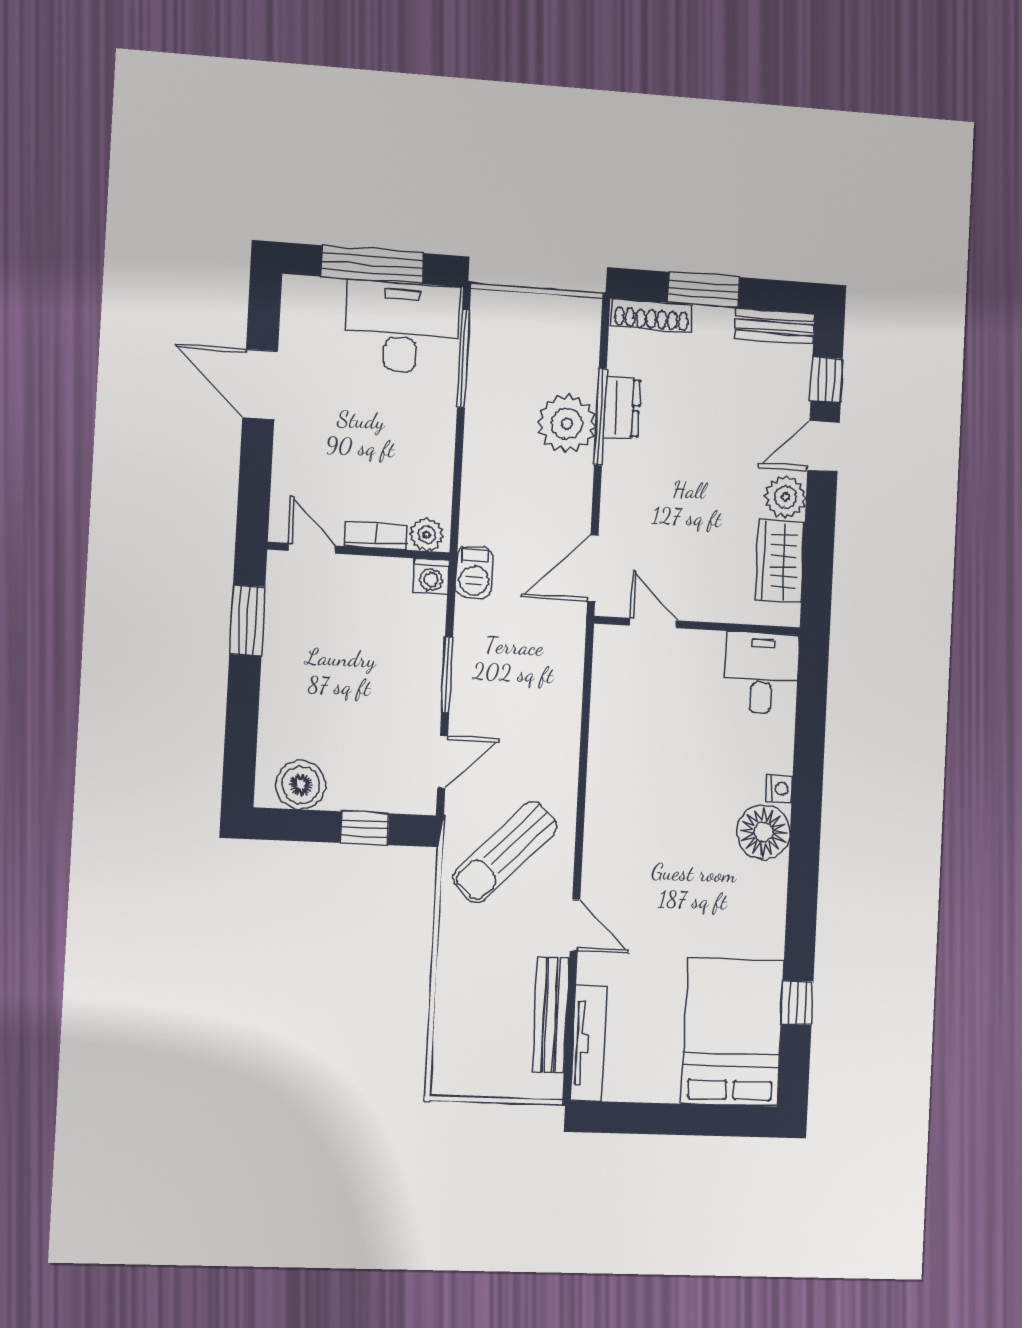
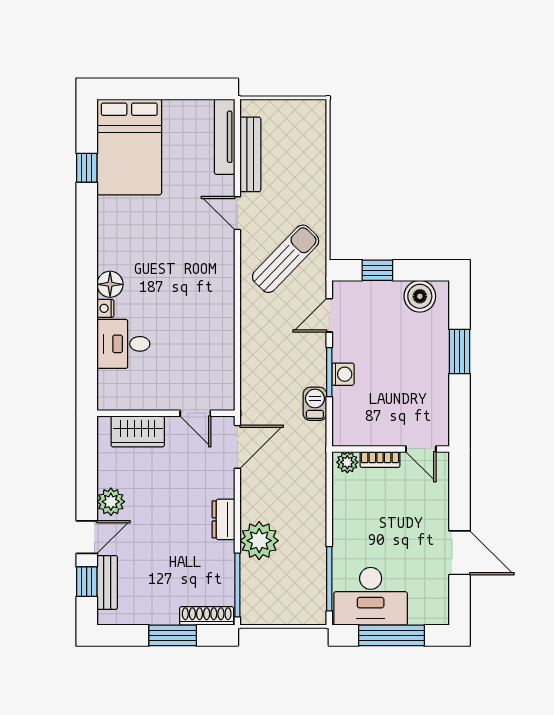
bench: (774, 326) -> (107, 582), moved, turned 90
dresser: (622, 408) -> (223, 519), moved
window: (600, 417) -> (237, 585), moved
wardrobe: (780, 561) -> (138, 431), moved, turned 90
barbecue: (474, 572) -> (315, 404), moved
washing machine: (431, 576) -> (343, 374), moved, turned 90
window: (247, 620) -> (459, 352), moved
desk: (761, 673) -> (123, 344), moved, turned 90
floor lamp: (763, 832) -> (110, 284), width x0.73, depth x0.73

